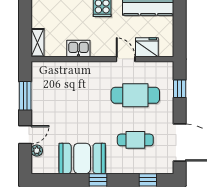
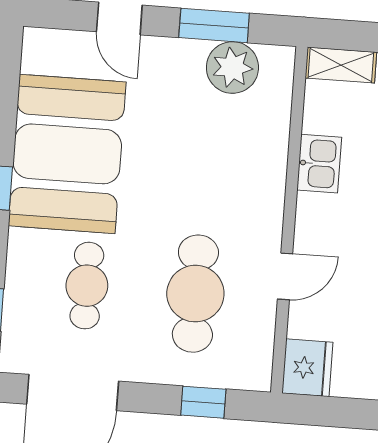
fridge: (147, 47) -> (307, 368), moved
plant: (37, 151) -> (232, 67), moved, width x1.87, depth x1.87
booth: (82, 158) -> (67, 154), width x1.36, depth x1.42

